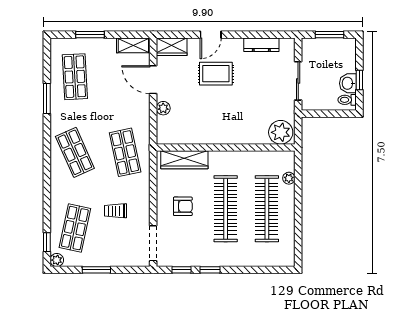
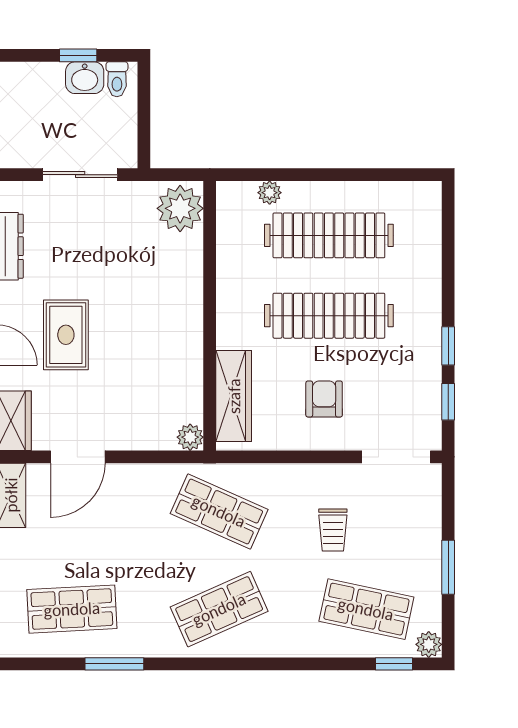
plant: (163, 108) -> (190, 437), moved
shop shelf: (125, 152) -> (219, 511), turned 36

